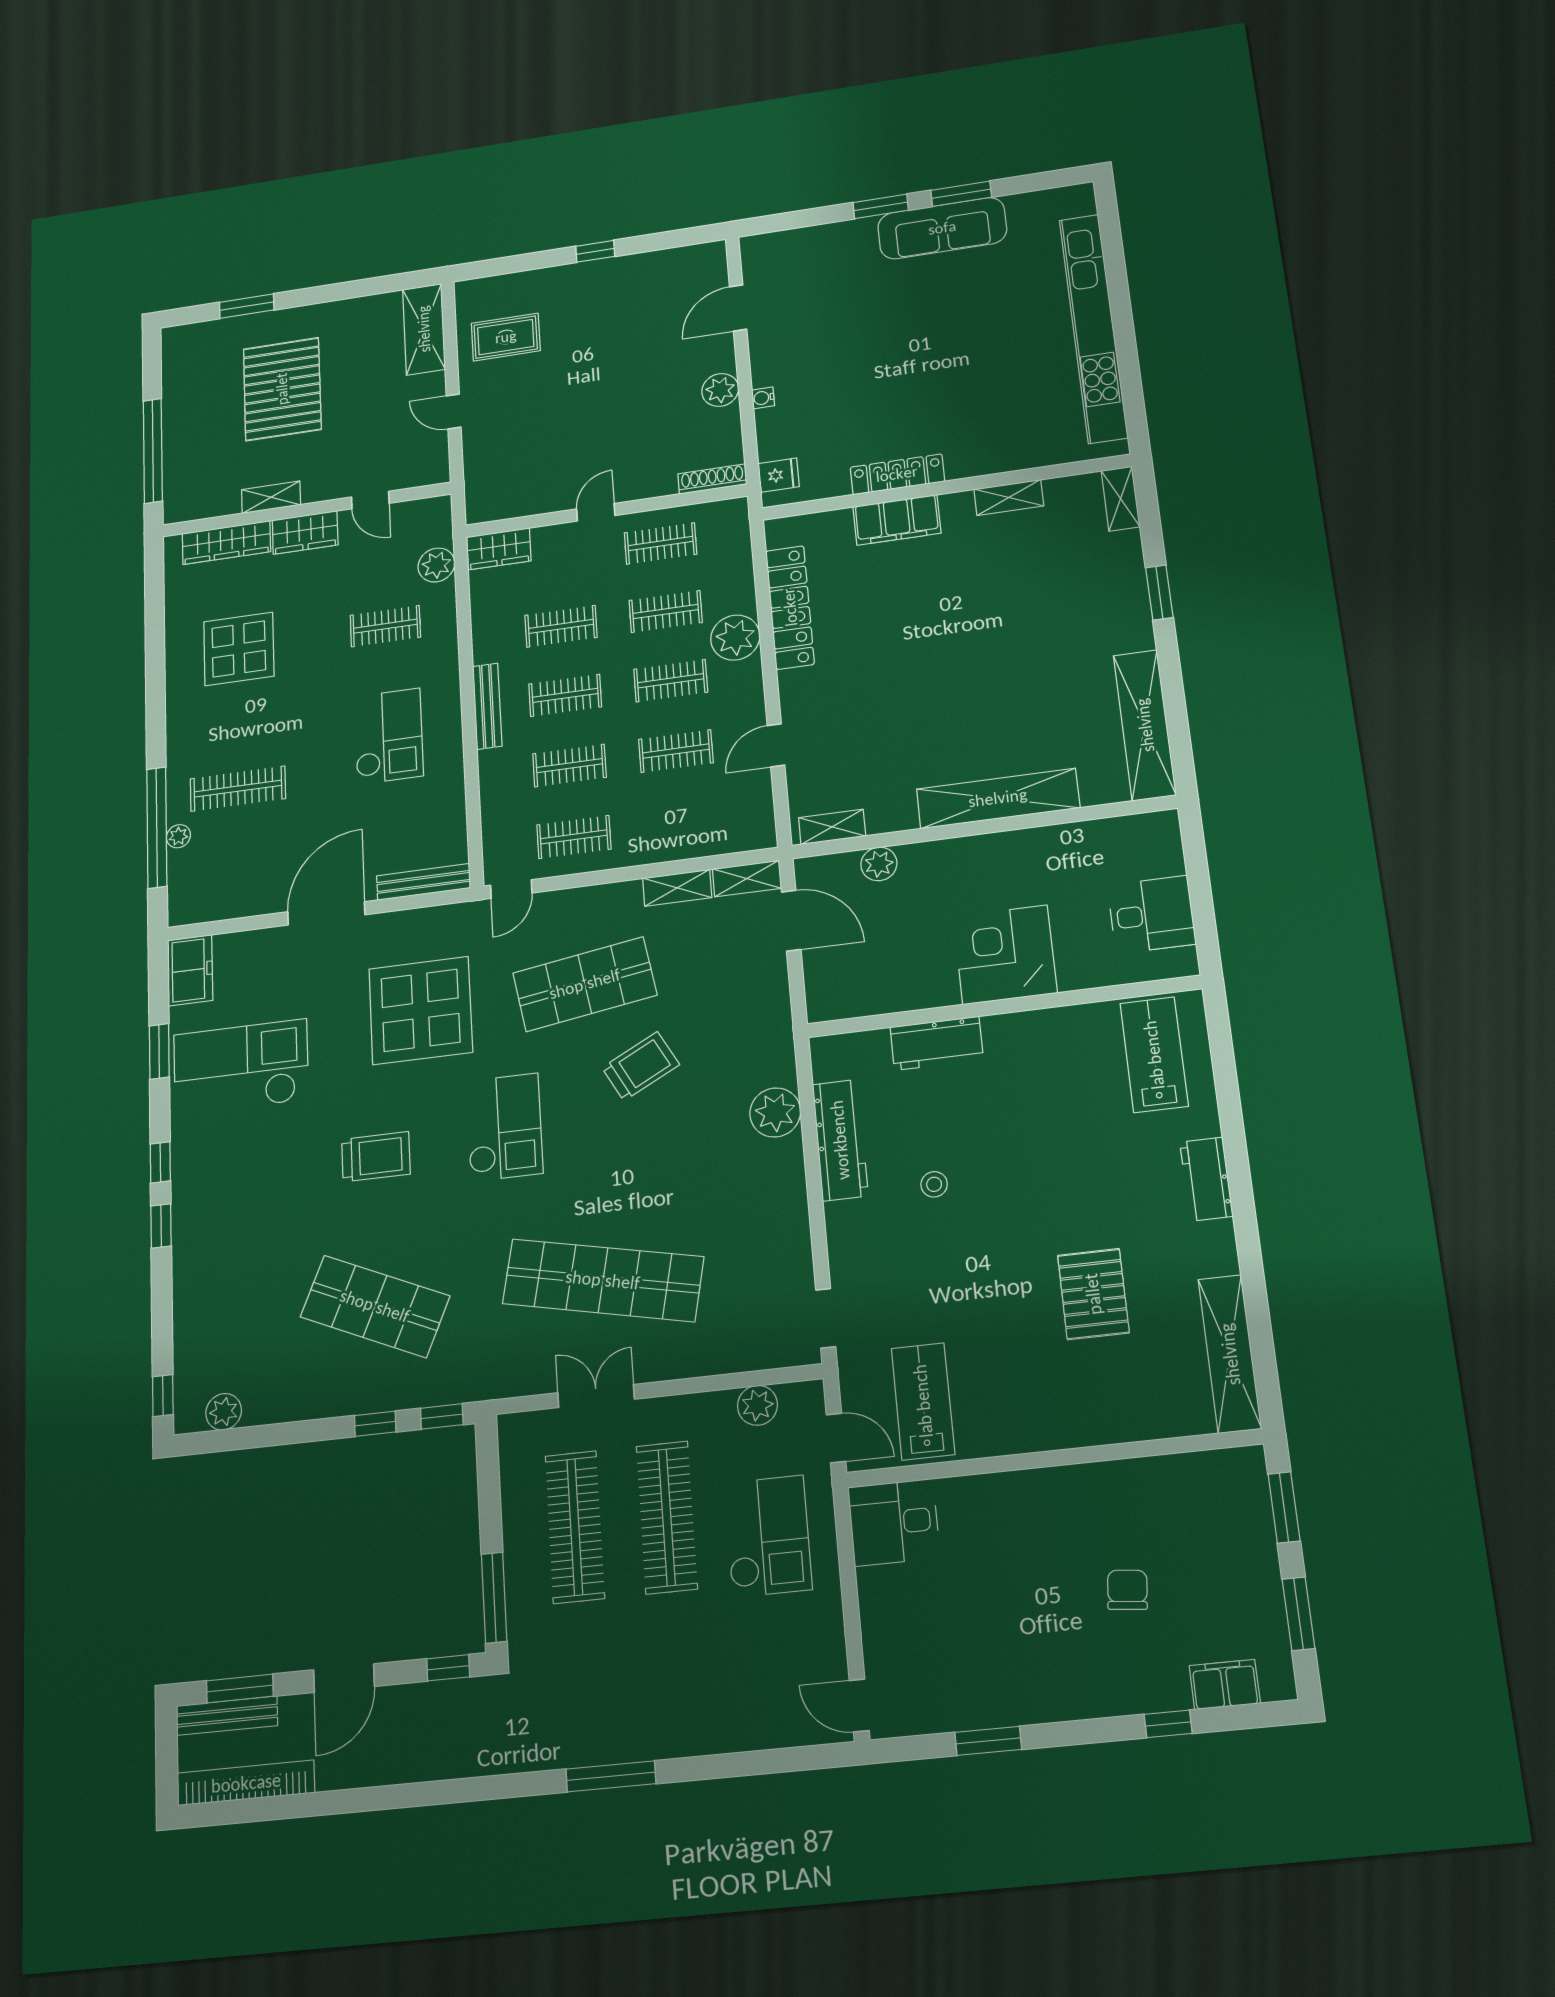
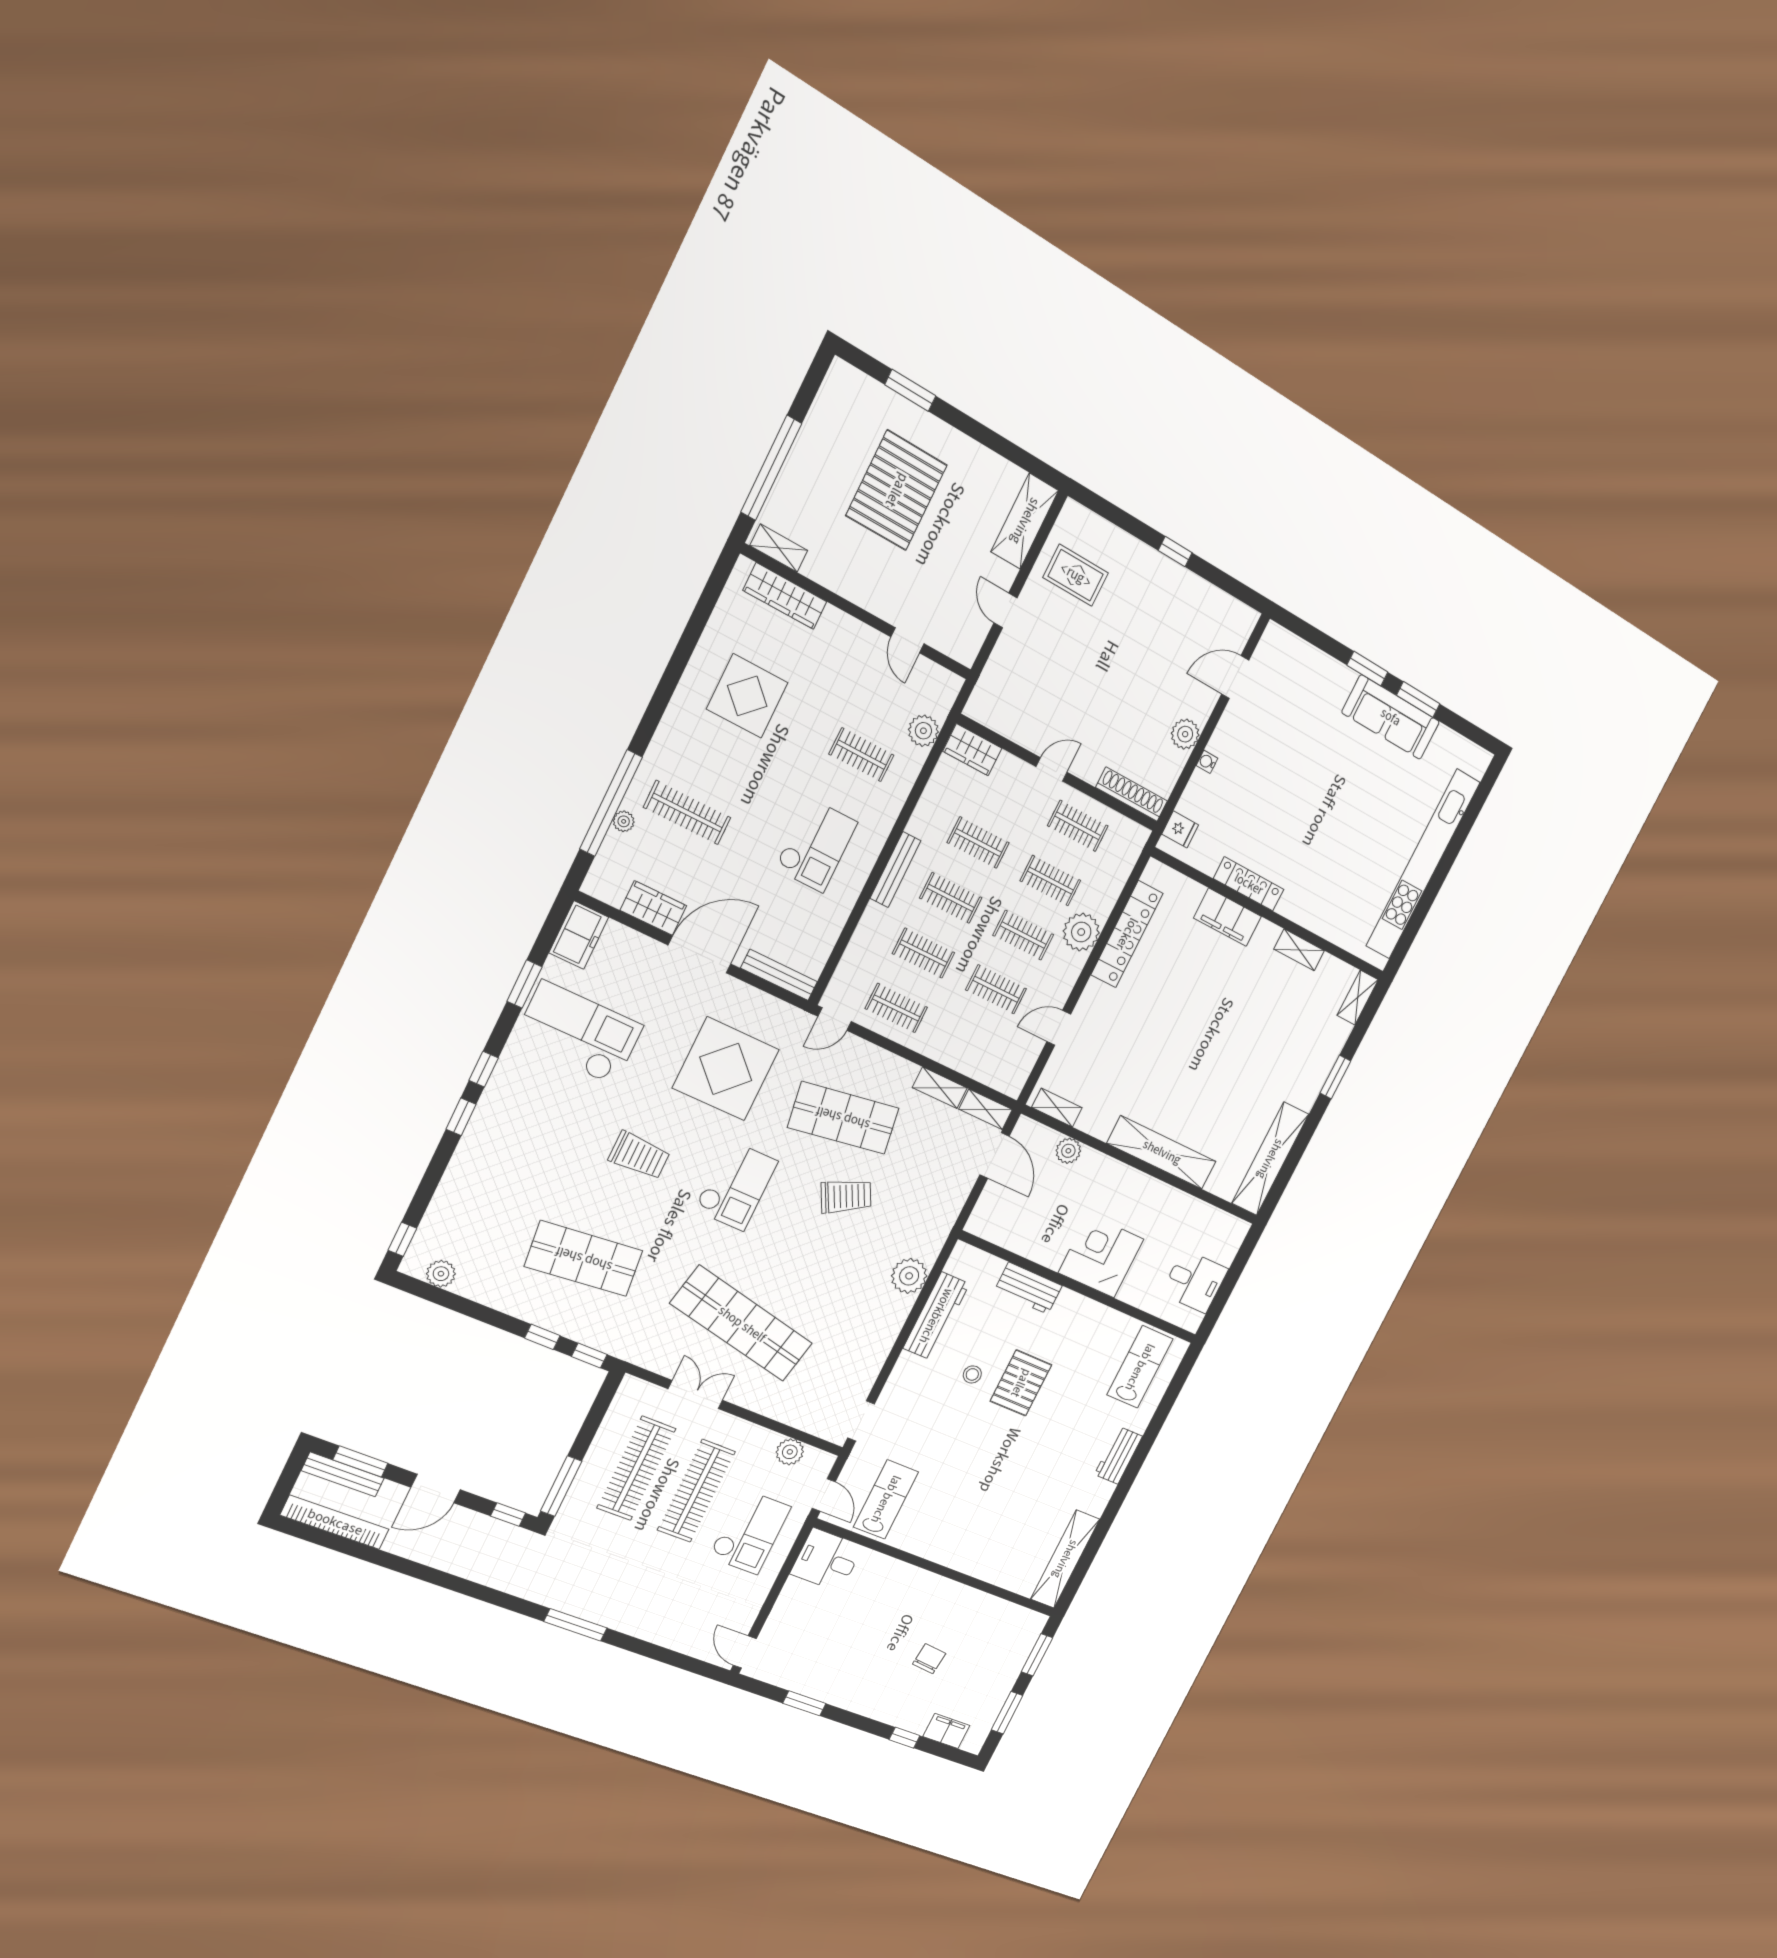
shoe rack: (712, 479) -> (1132, 794), width x1.36, depth x1.24
shelving: (271, 497) -> (779, 548), moved
wardrobe: (305, 533) -> (653, 908), moved, turned 180
pallet: (1093, 1294) -> (1021, 1383), moved
shop shelf: (375, 1306) -> (584, 1259), turned -30

